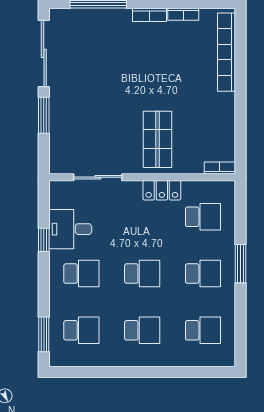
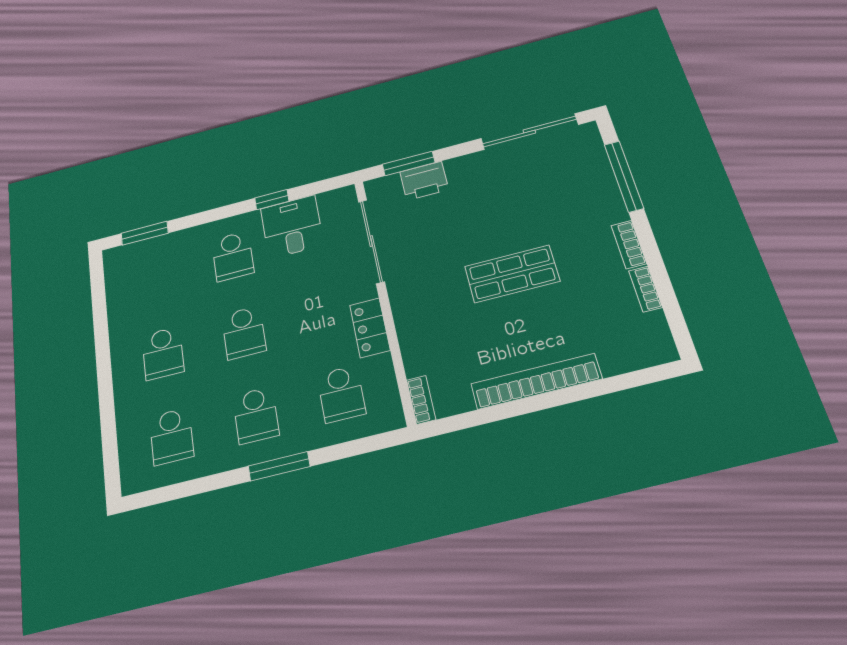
bookcase: (227, 52) -> (536, 381), moved
window: (44, 115) -> (409, 163), moved
printer: (61, 132) -> (424, 181), added
shop shelf: (157, 139) -> (512, 274), moved
sliding door: (98, 177) -> (371, 241), width x1.37
school desk: (81, 330) -> (155, 276), removed

